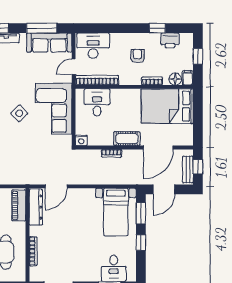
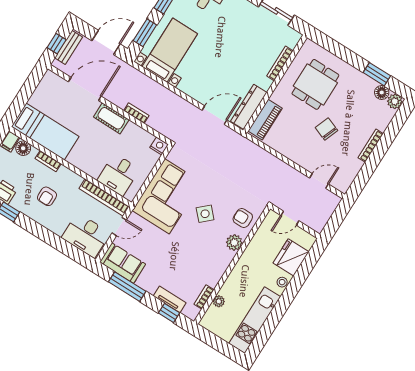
sofa: (49, 43) -> (123, 263), width x0.73
bed: (167, 106) -> (45, 132), width x0.67

